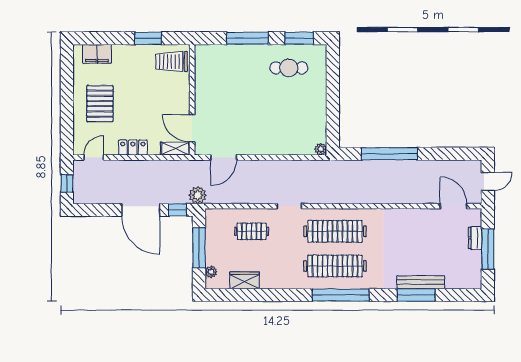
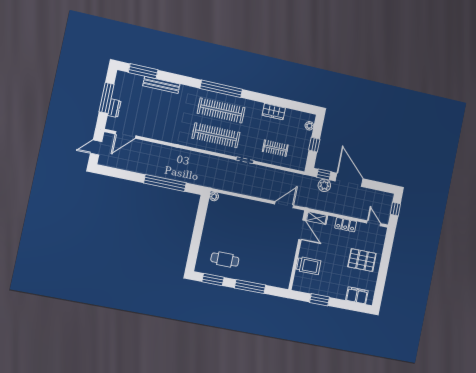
trolley: (172, 62) -> (309, 266), moved
pallet: (100, 104) -> (362, 260), turned 90
door: (94, 157) -> (374, 223), swing flipped
plant: (198, 195) -> (324, 185), moved
door: (453, 206) -> (126, 135), hinge flipped
window: (199, 248) -> (314, 145), width x0.46
wardrobe: (244, 280) -> (274, 112), moved
window: (416, 295) -> (143, 71), moved

